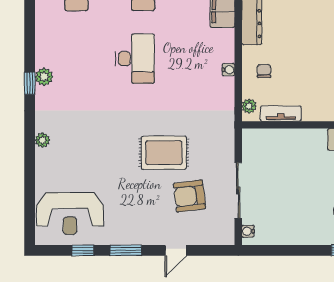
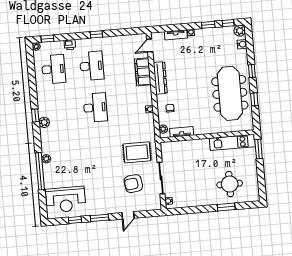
window: (30, 83) -> (35, 116), moved
rug: (164, 153) -> (137, 152), moved
window: (30, 161) -> (40, 171), added

